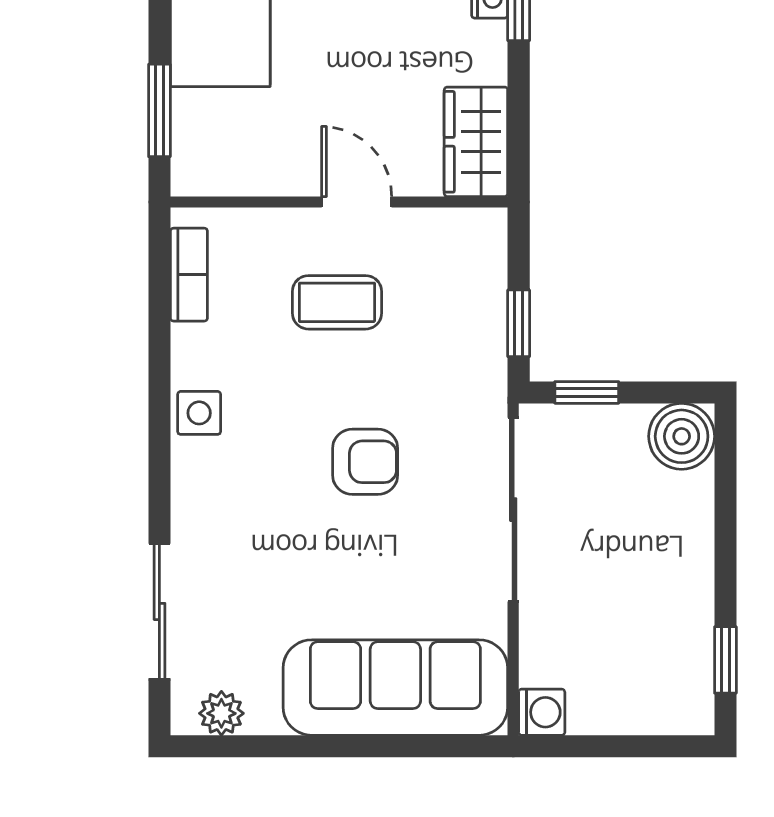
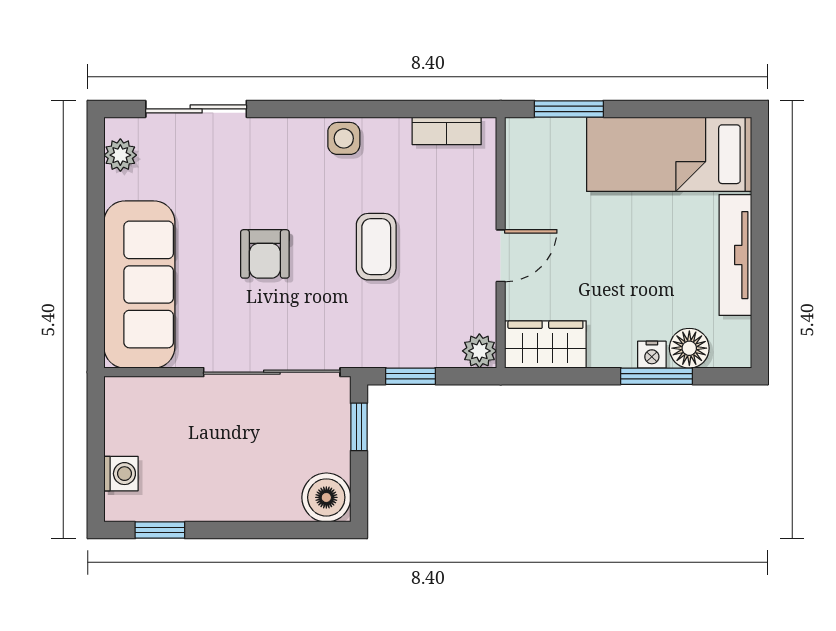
plant: (485, 231) -> (479, 351), added
coffee table: (337, 302) -> (376, 247), moved
armchair: (365, 462) -> (265, 254), moved
washing machine: (542, 712) -> (121, 474), moved, turned -90

